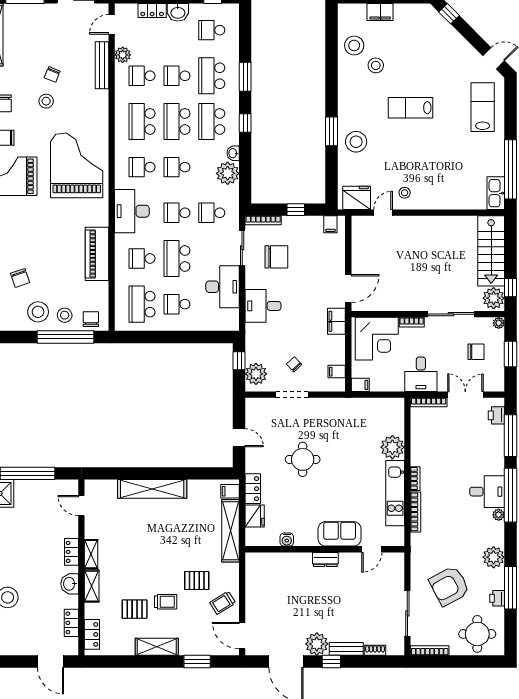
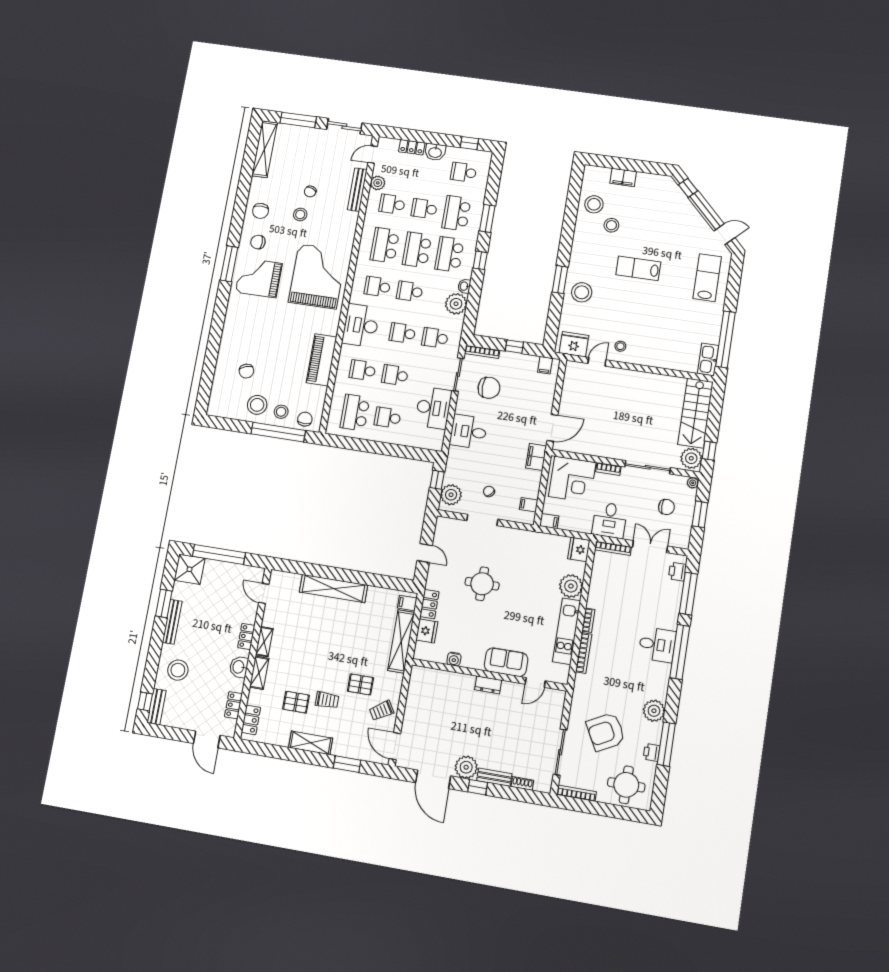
school desk: (177, 258) -> (395, 375), width x0.54
fridge: (395, 409) -> (579, 549), added
plant: (499, 515) -> (665, 669), removed

